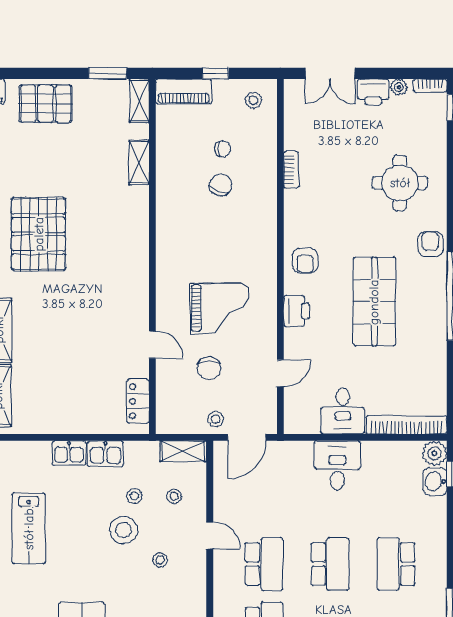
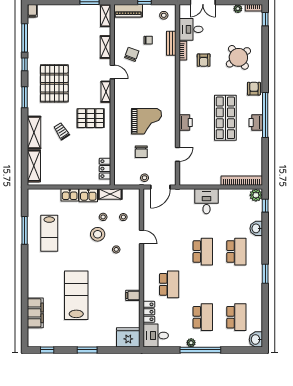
printer: (373, 92) -> (256, 123), moved, turned 90
pallet: (45, 104) -> (91, 118), moved
bench: (268, 155) -> (171, 43), added
round table: (400, 183) -> (238, 57), turned -37
chair: (221, 185) -> (132, 54), moved
shelving: (140, 250) -> (106, 92), added
armchair: (305, 261) -> (204, 60), moved
trolley: (53, 328) -> (62, 131), added
door: (152, 345) -> (112, 72), moved
desk: (343, 411) -> (191, 29), moved, turned 90
shelving: (183, 451) -> (110, 194), moved
washbasin: (435, 482) -> (256, 228), moved
school desk: (264, 564) -> (169, 252), removed
school desk: (396, 564) -> (236, 252), turned 180

